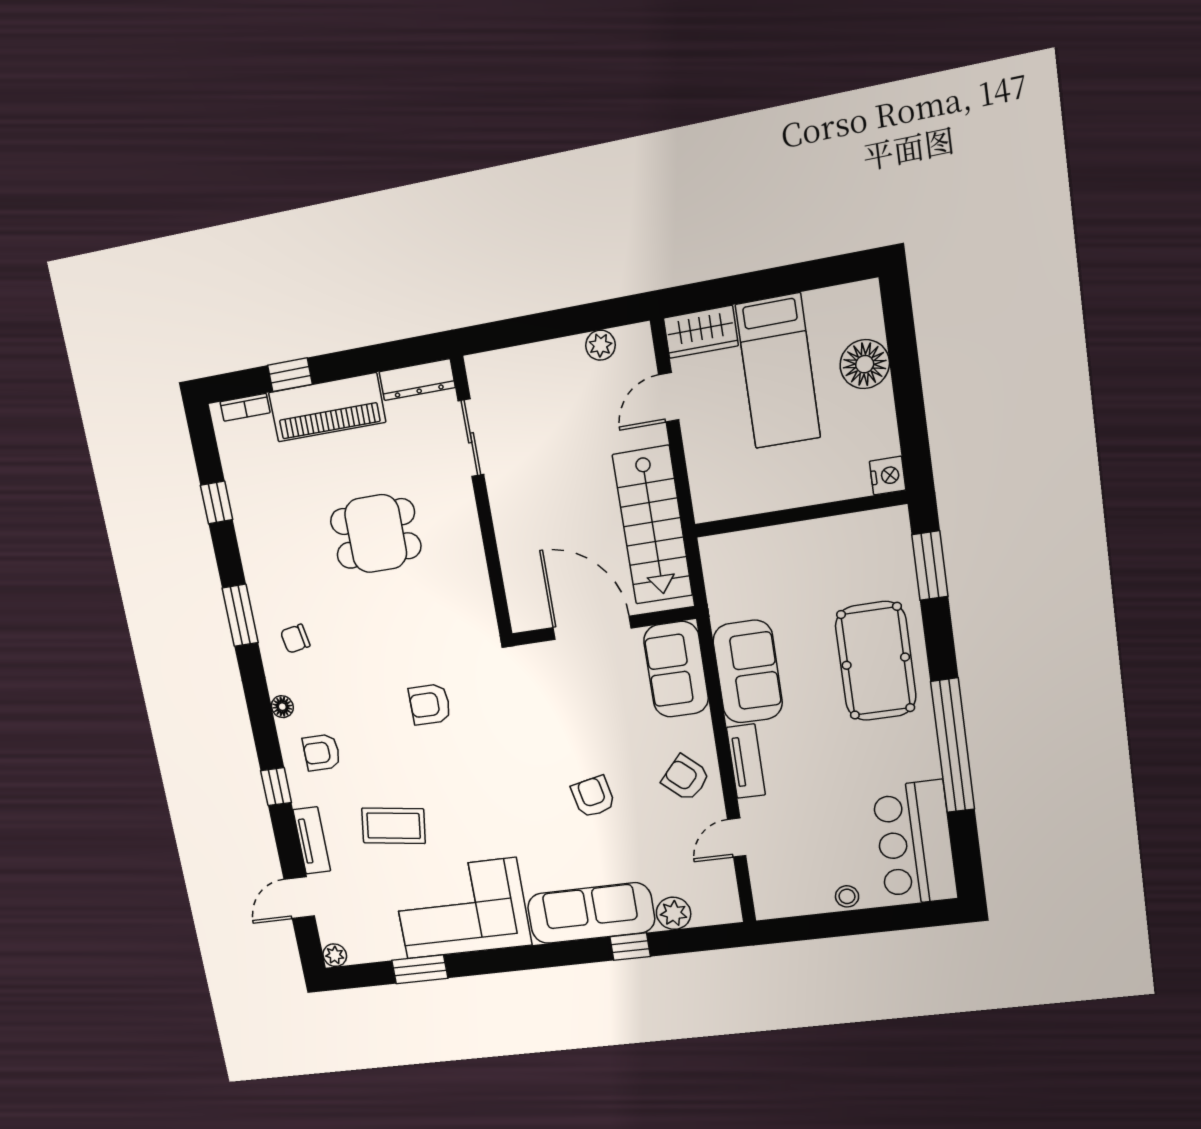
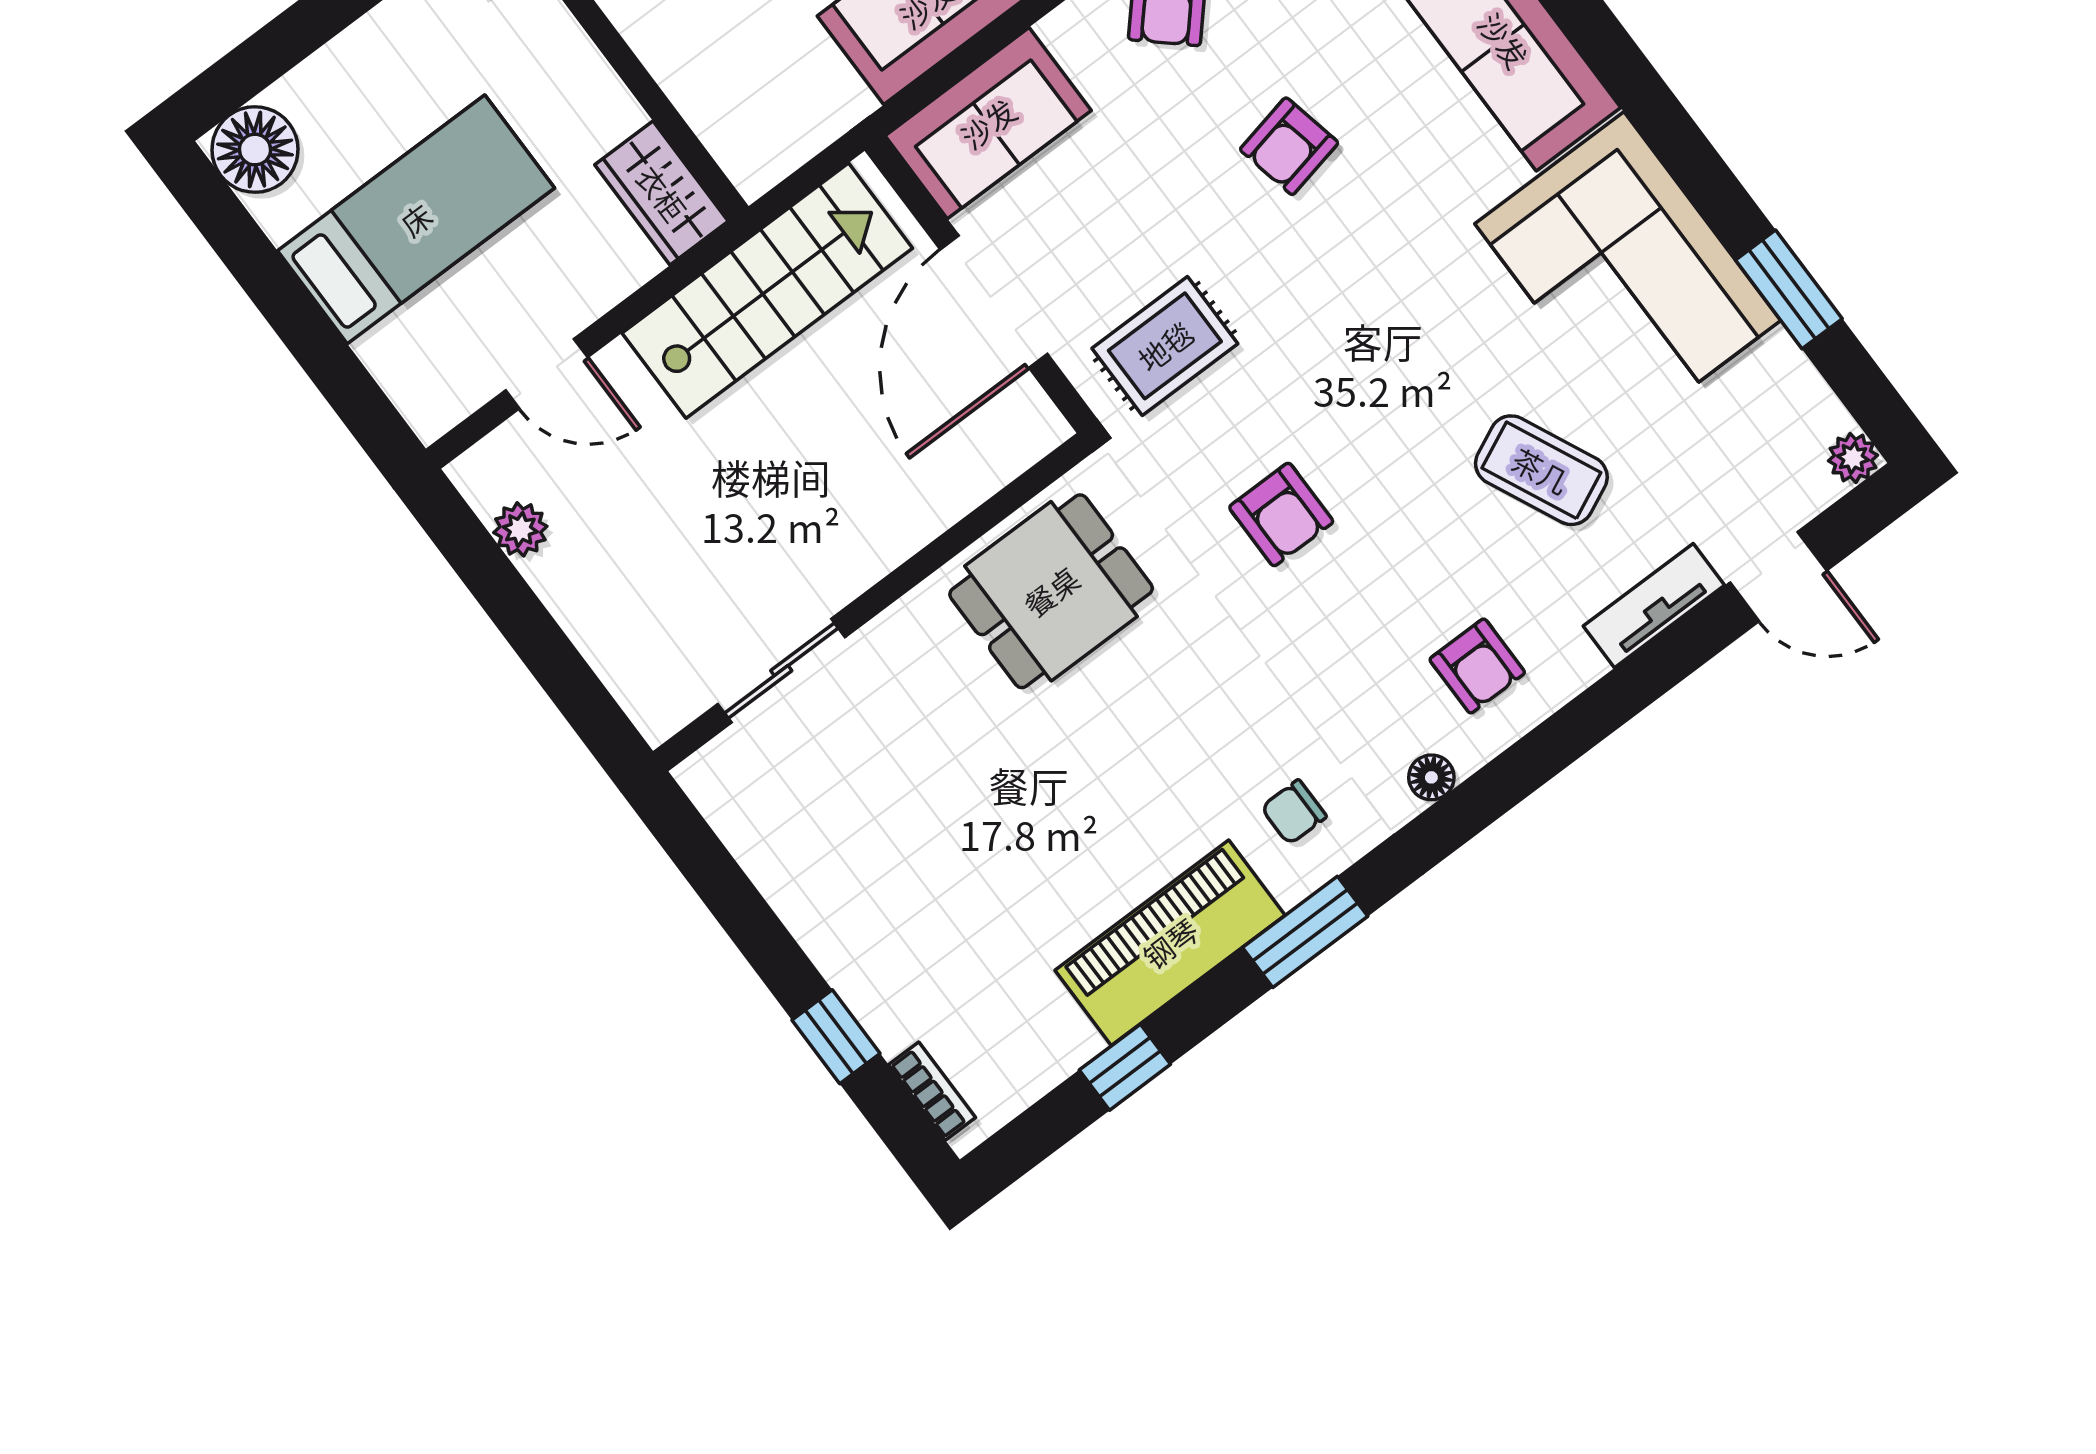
wardrobe: (701, 332) -> (662, 193), moved, turned 180
floor lamp: (865, 364) -> (255, 150), moved
dresser: (417, 380) -> (732, 811), removed
piano: (327, 407) -> (1170, 943), moved, turned -90
dining table: (376, 534) -> (1051, 591), moved, turned 90
chair: (295, 639) -> (1294, 812), turned 100
rug: (532, 694) -> (1165, 346), added
window: (276, 787) -> (1588, 719), removed
coffee table: (393, 826) -> (1541, 470), turned -33

